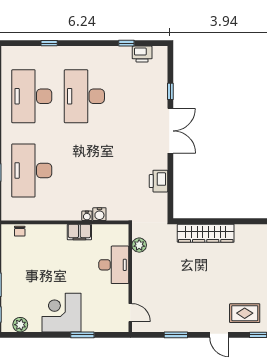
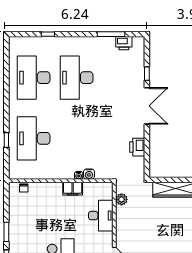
window: (126, 43) -> (111, 34), width x2.17

